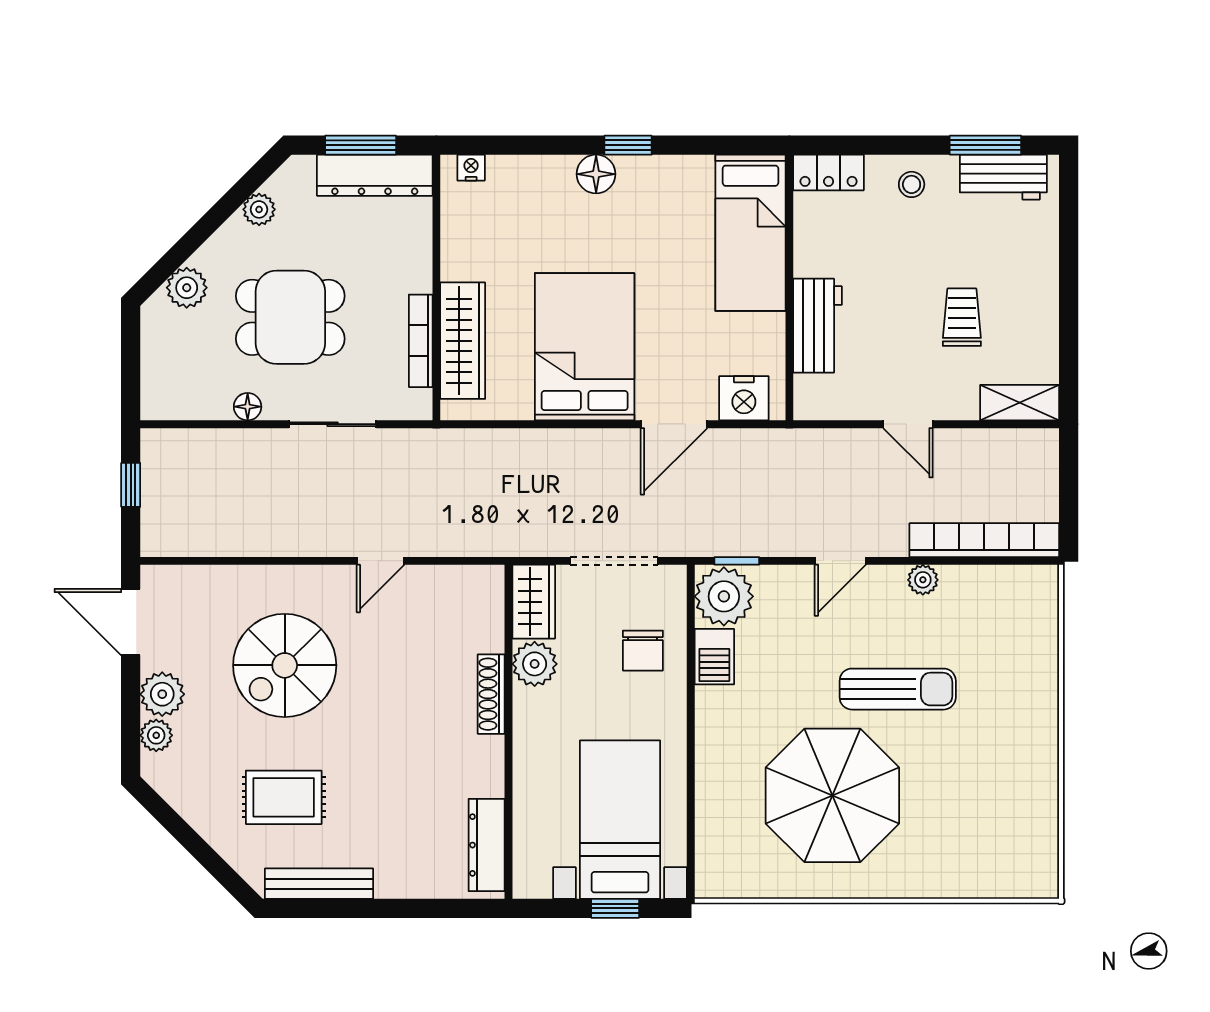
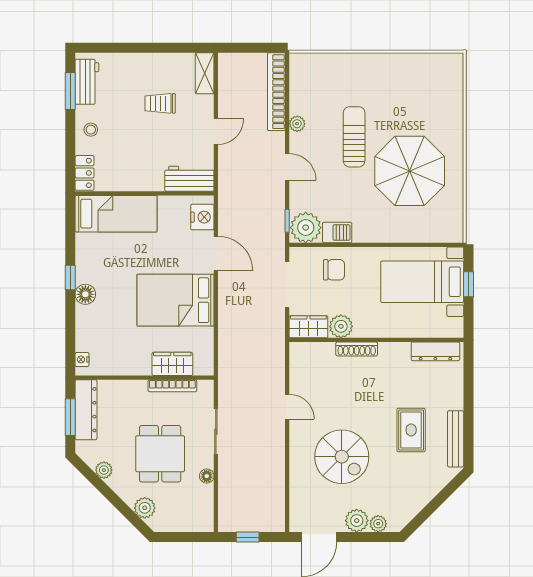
workbench: (818, 326) -> (189, 179), moved
wardrobe: (463, 341) -> (172, 364), width x0.67
rug: (284, 797) -> (411, 430), moved

